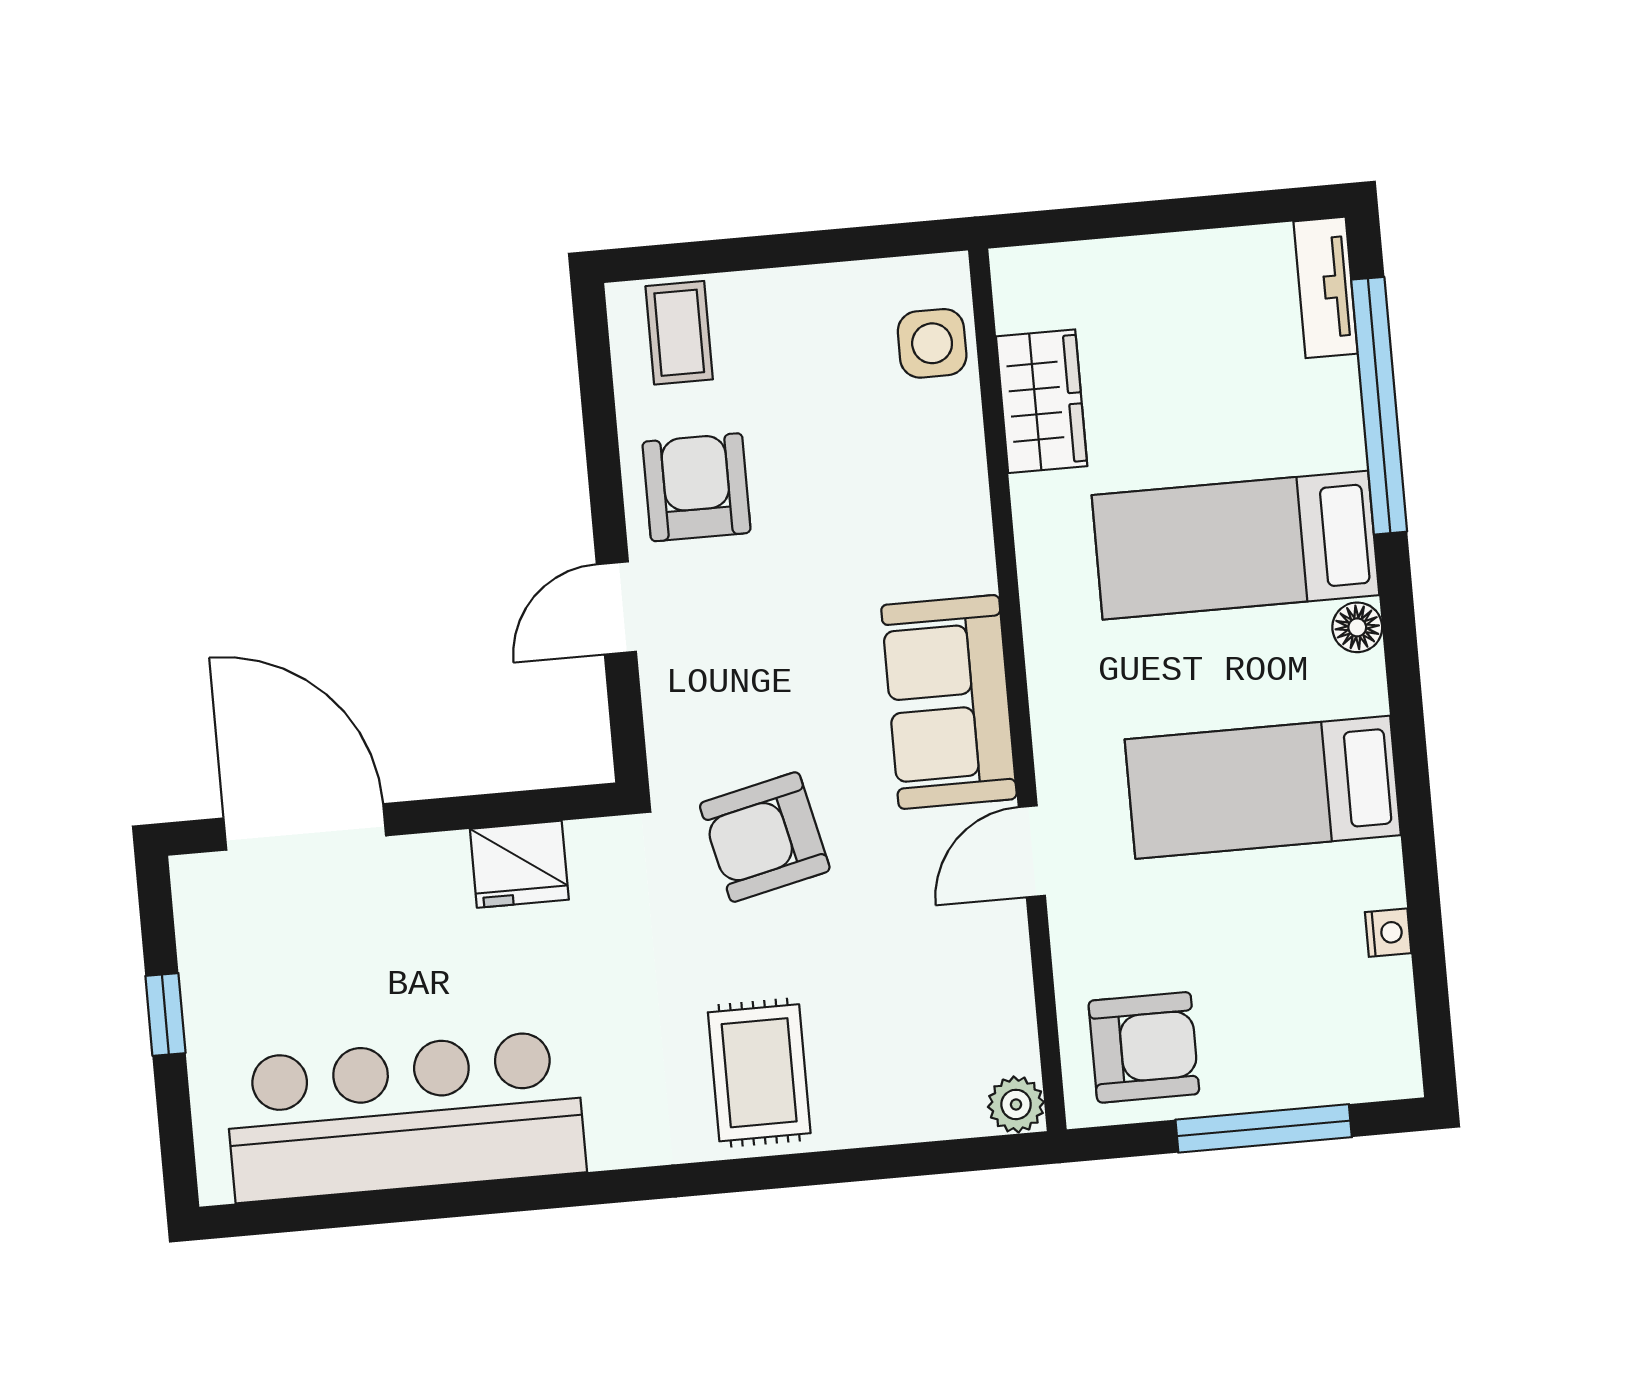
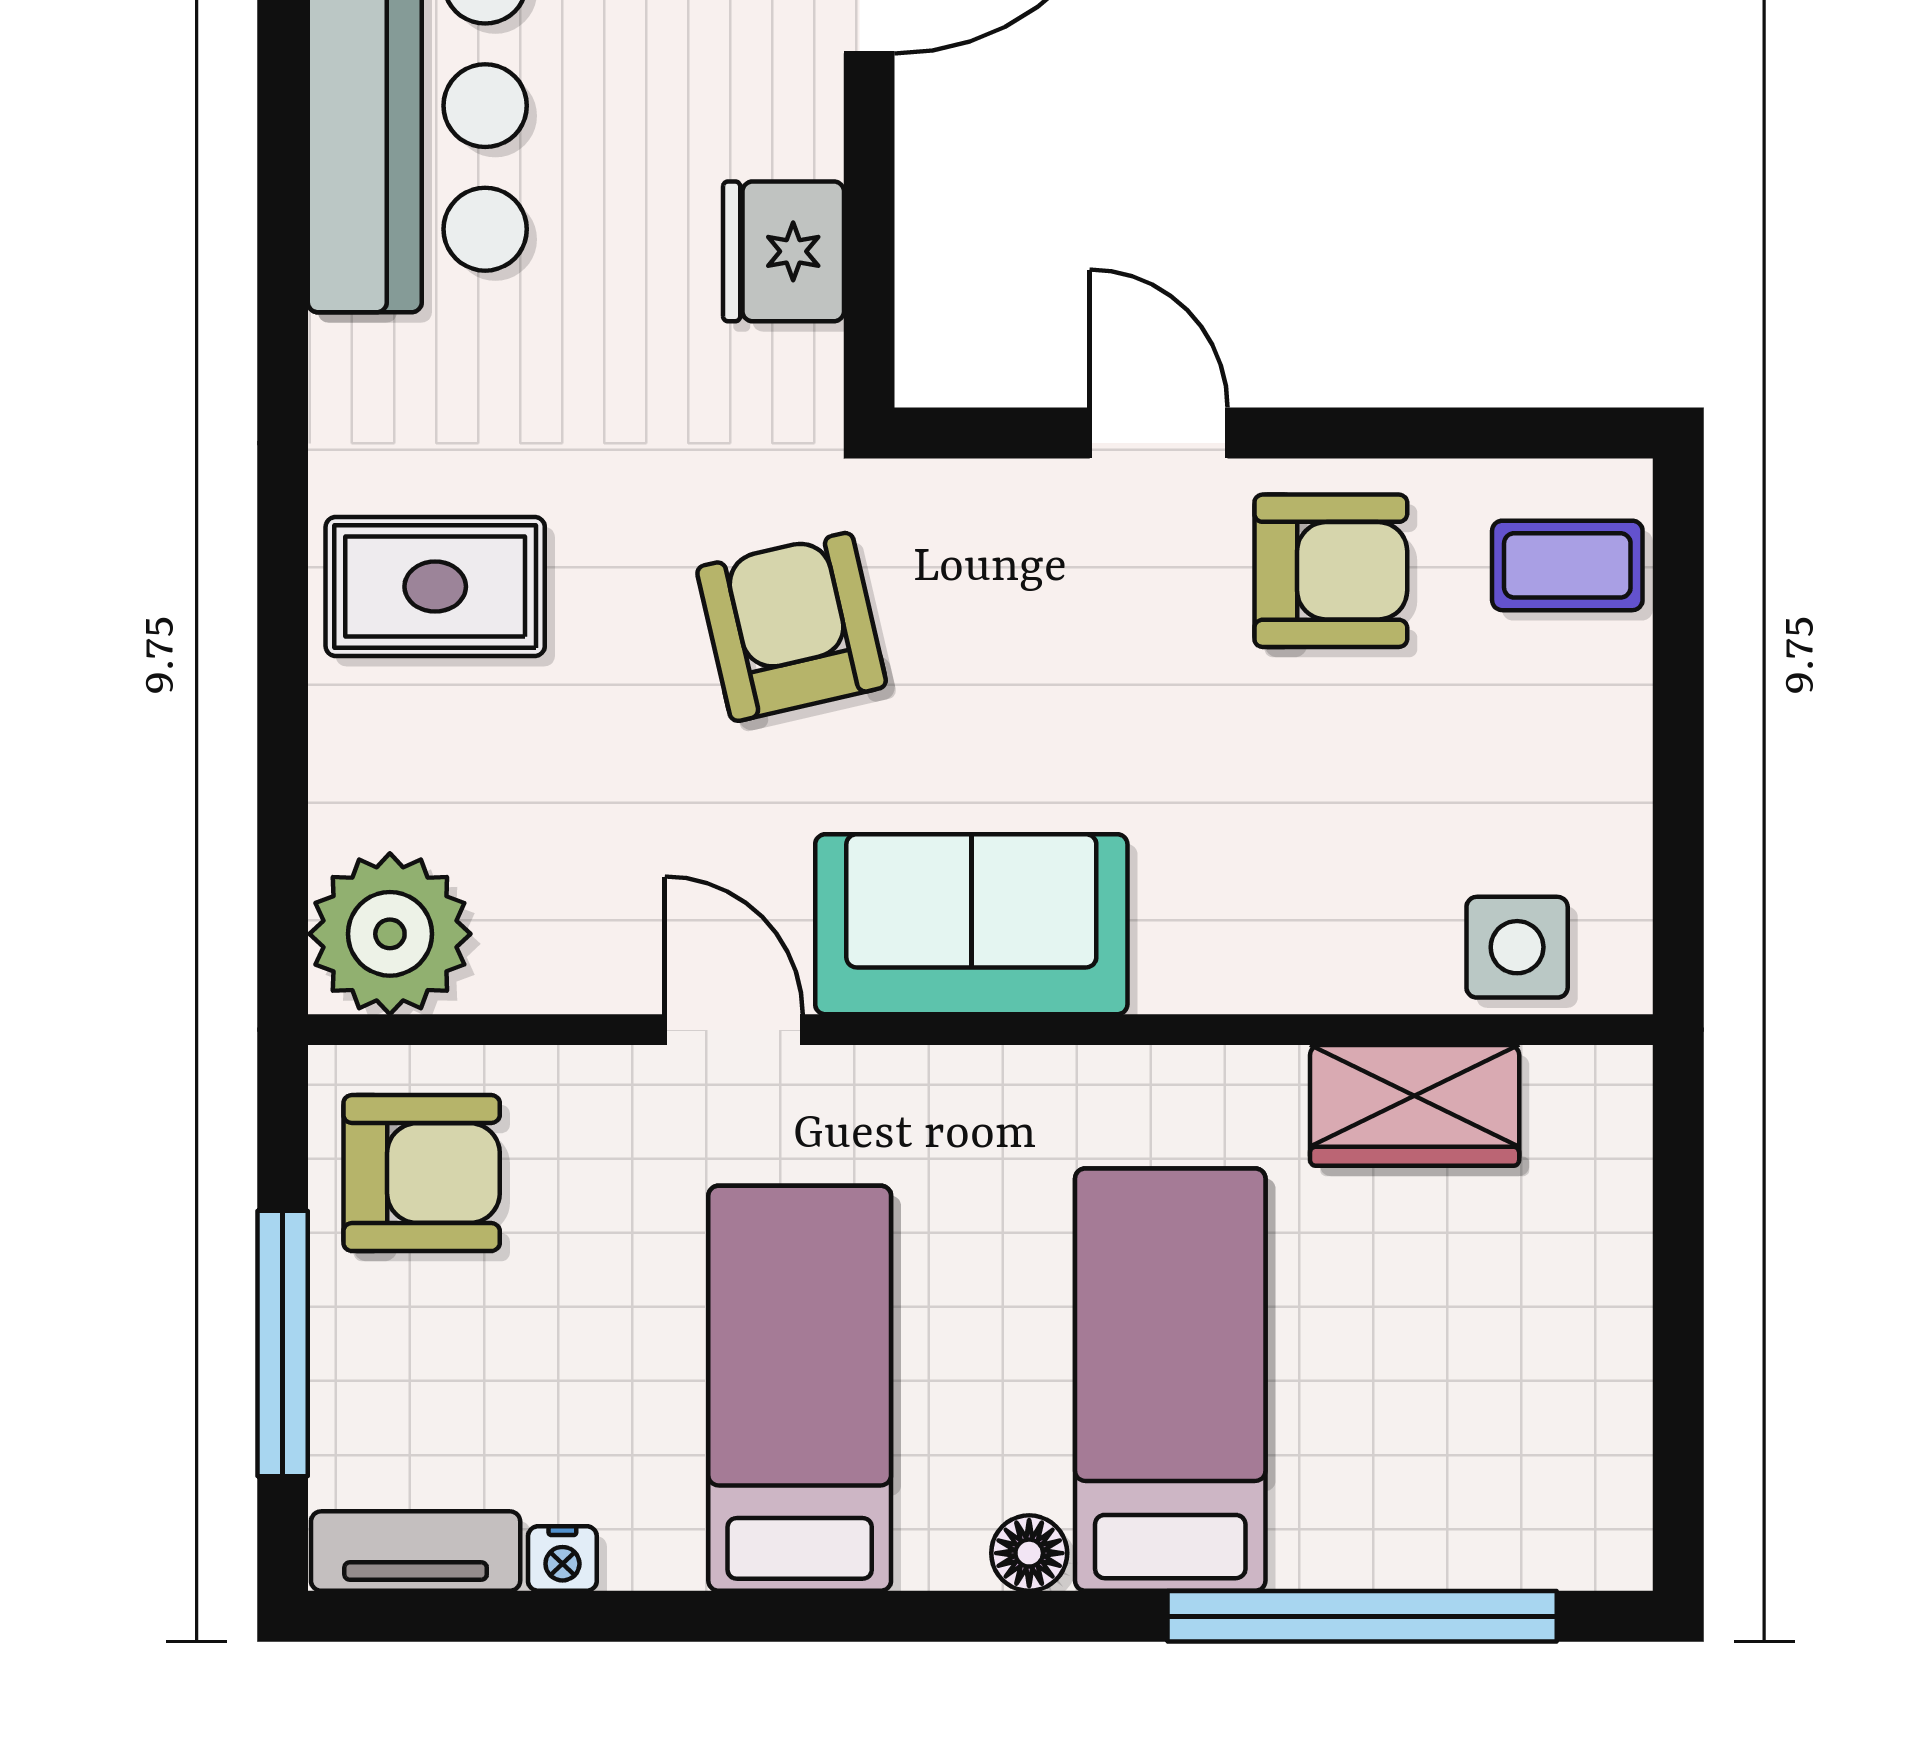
tv unit: (1326, 287) -> (416, 1551), moved
armchair: (1144, 1047) -> (422, 1173), turned -90
plant: (1016, 1104) -> (390, 934), width x1.88, depth x1.88

